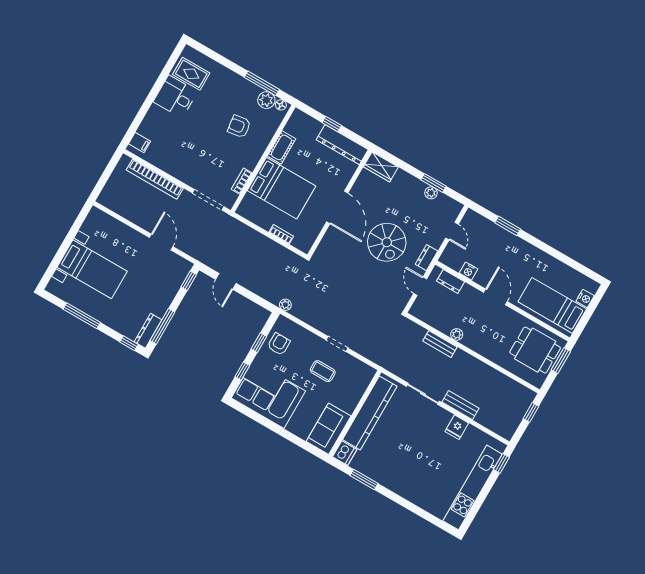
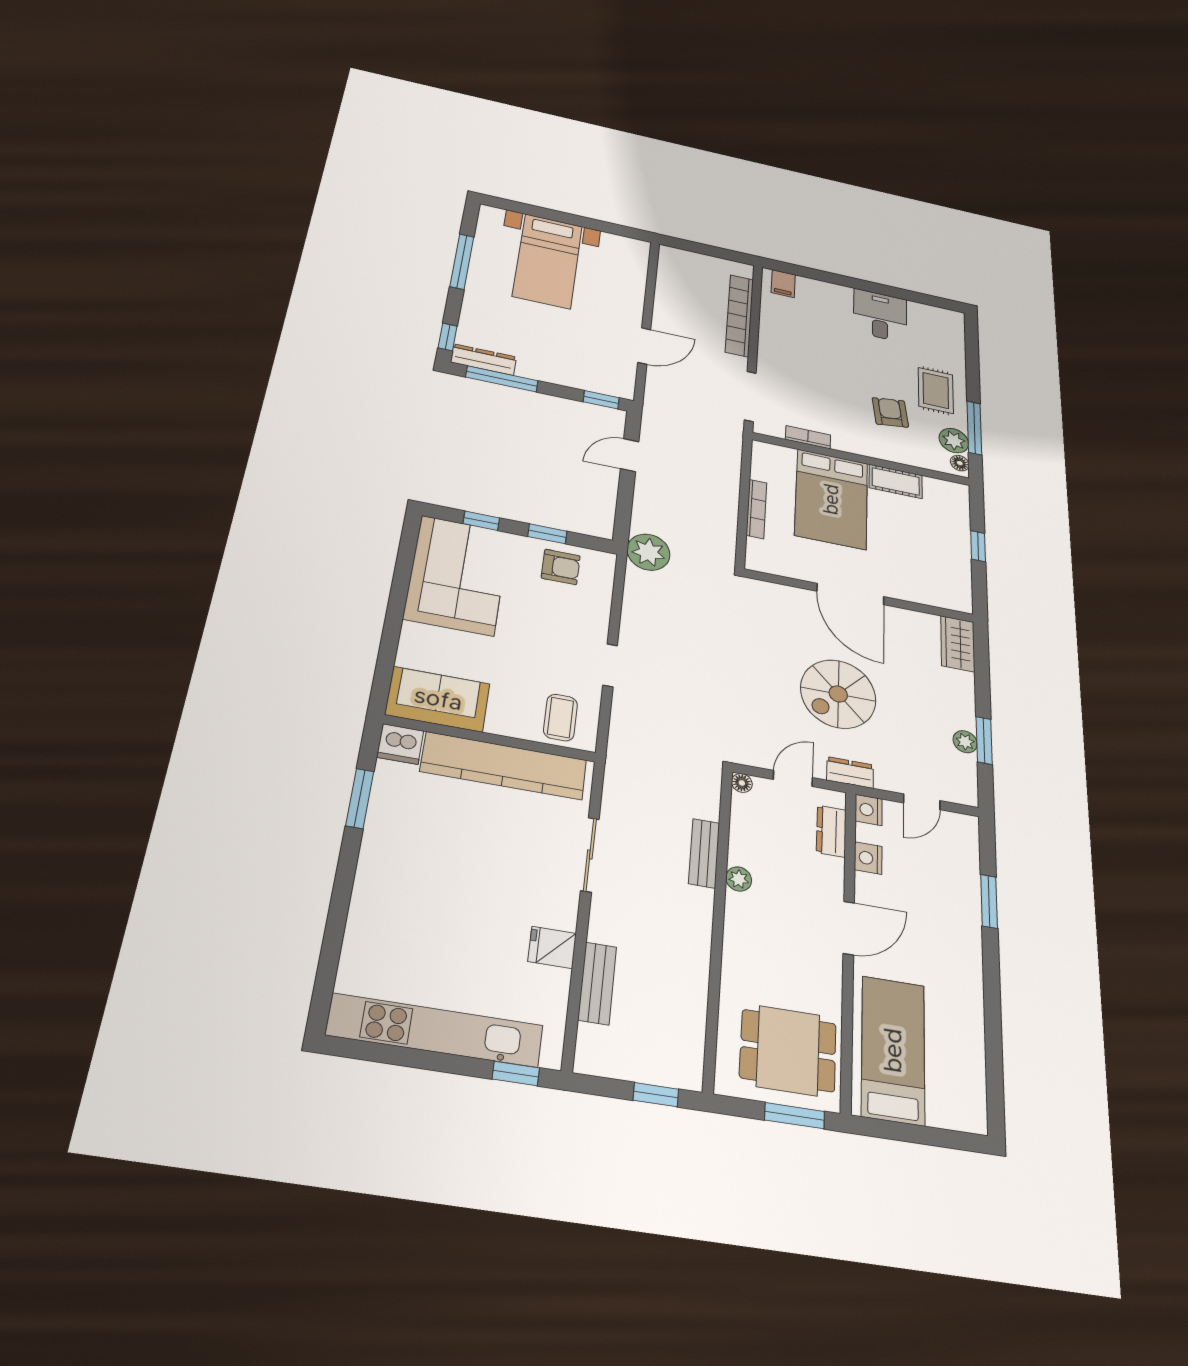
rug: (191, 74) -> (936, 391), moved
dresser: (342, 145) -> (956, 572), removed
door: (337, 207) -> (850, 594), hinge flipped
bookcase: (281, 234) -> (756, 509), width x1.56
nightstand: (585, 298) -> (869, 810), moved, turned 90
plant: (285, 305) -> (648, 552), width x1.87, depth x1.87
floor lamp: (414, 311) -> (742, 783), added
dining table: (535, 350) -> (788, 1051), turned 90
coffee table: (323, 371) -> (560, 717), moved
bench: (460, 405) -> (597, 983), moved

